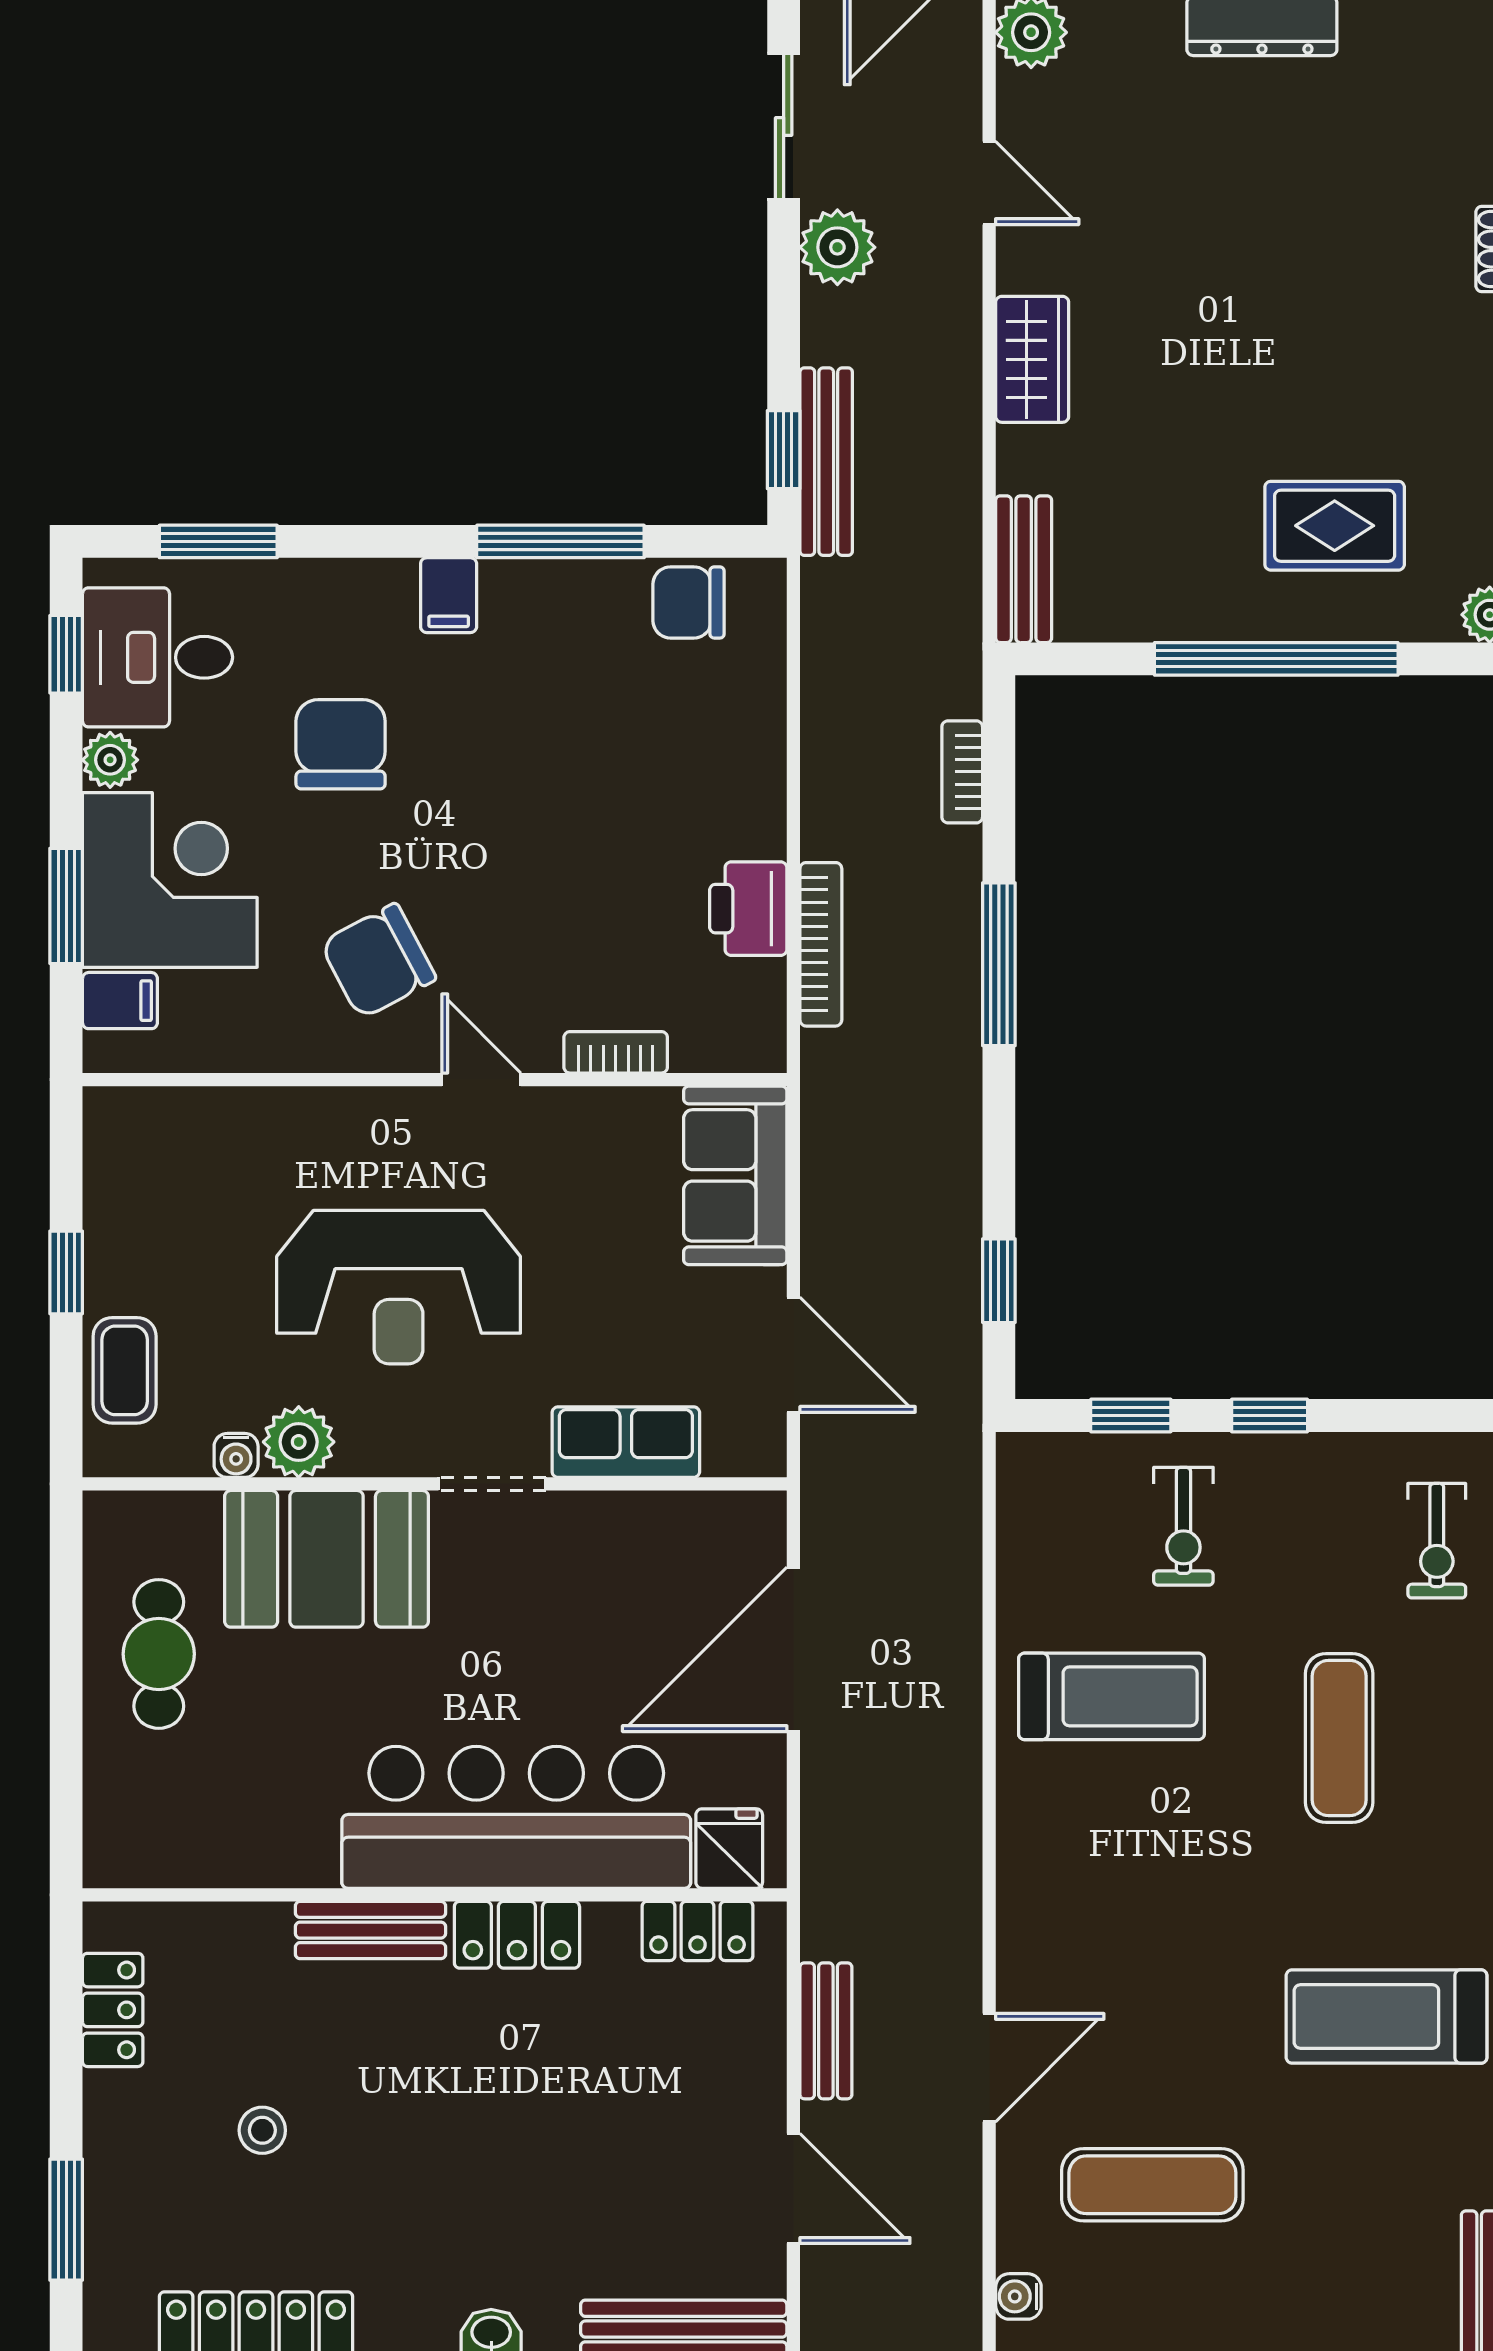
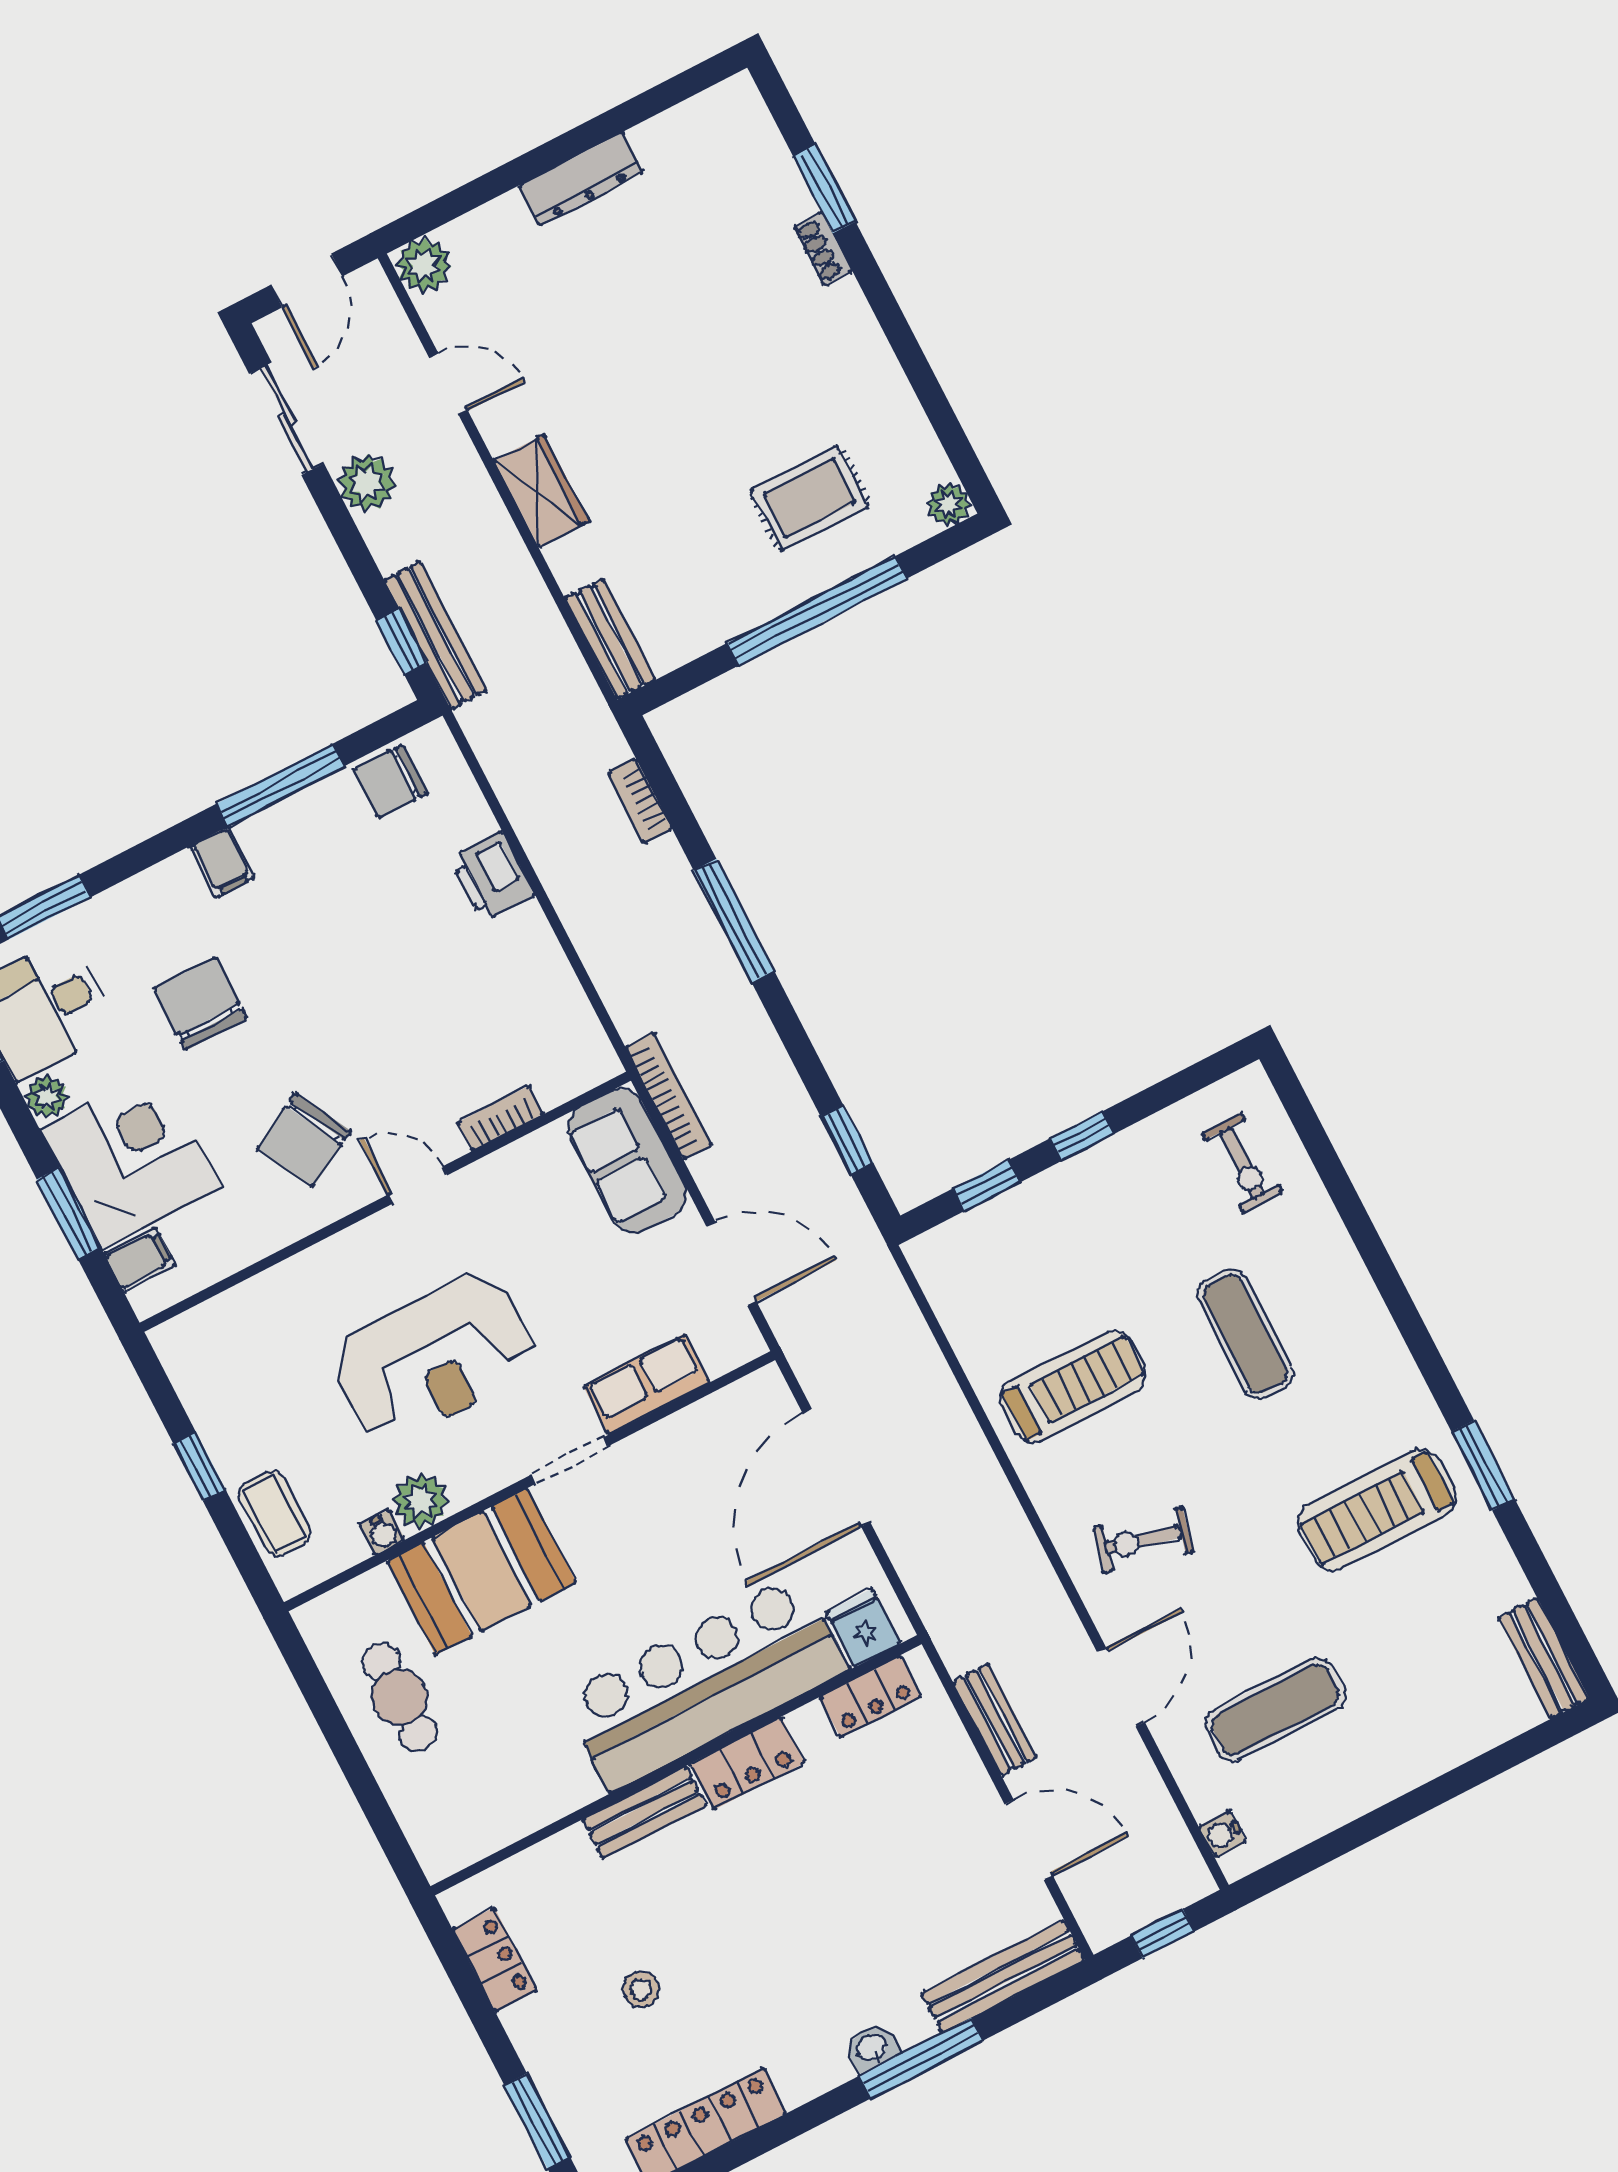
printer: (748, 909) -> (492, 877), moved
bookcase: (821, 944) -> (669, 1096), moved
exercise bike: (1183, 1526) -> (1143, 1540), moved, turned 104

